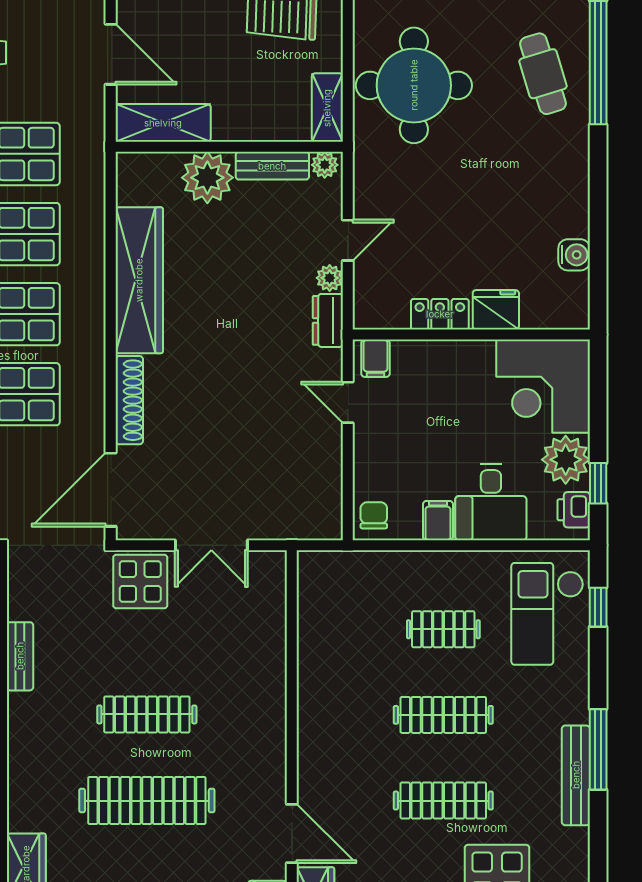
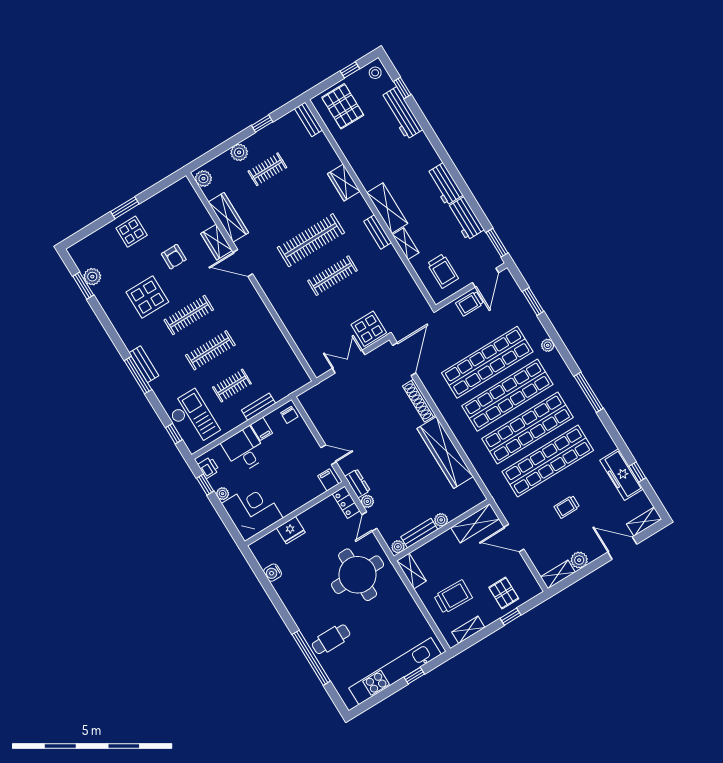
cafe table: (543, 74) -> (331, 639), turned -73
round table: (414, 85) -> (358, 575), moved
plant: (207, 178) -> (441, 520), width x0.53, depth x0.53
locker: (440, 314) -> (346, 502), moved, turned 90
plant: (566, 460) -> (223, 494), width x0.53, depth x0.53
bench: (419, 563) -> (258, 407), added
bench: (20, 656) -> (378, 232), moved
bench: (576, 775) -> (144, 364), width x0.73

